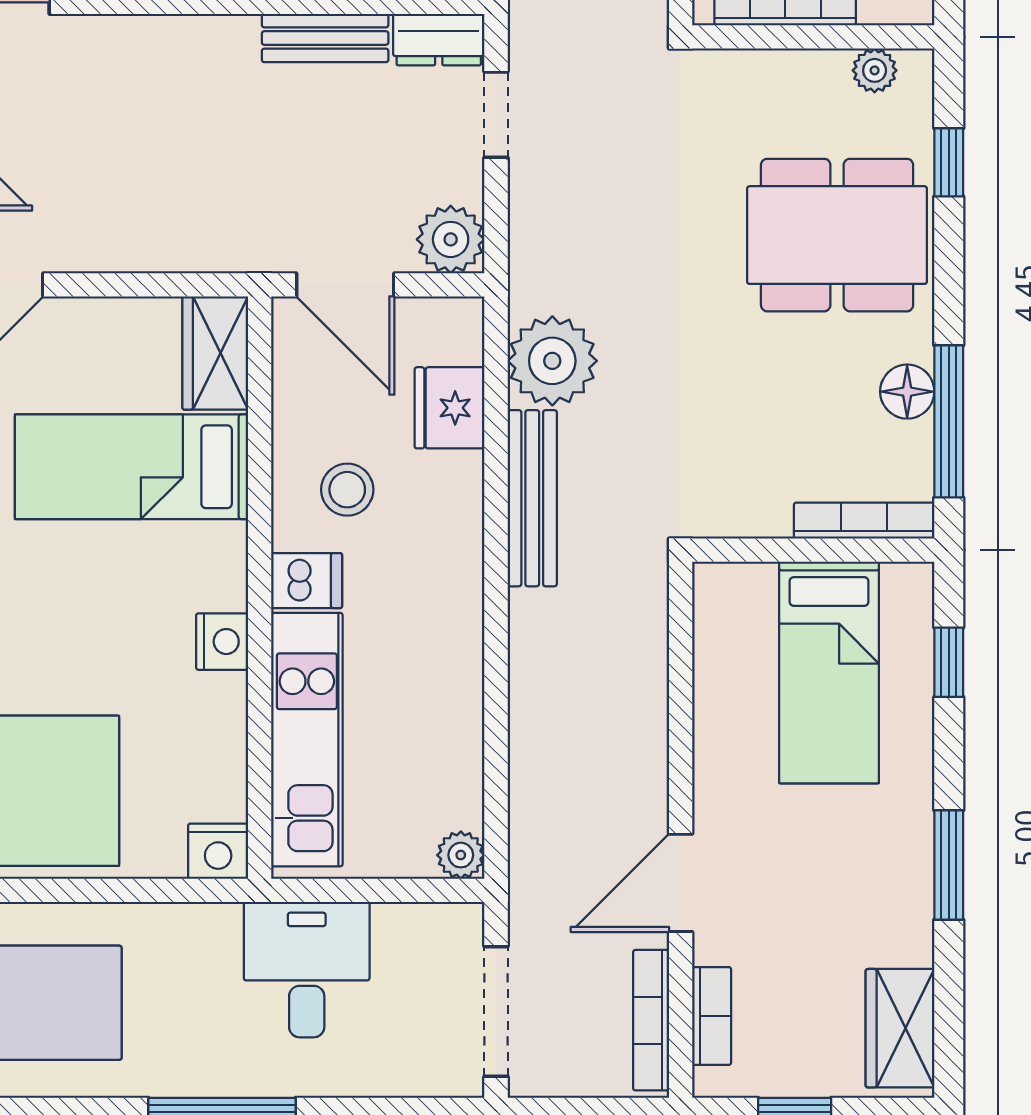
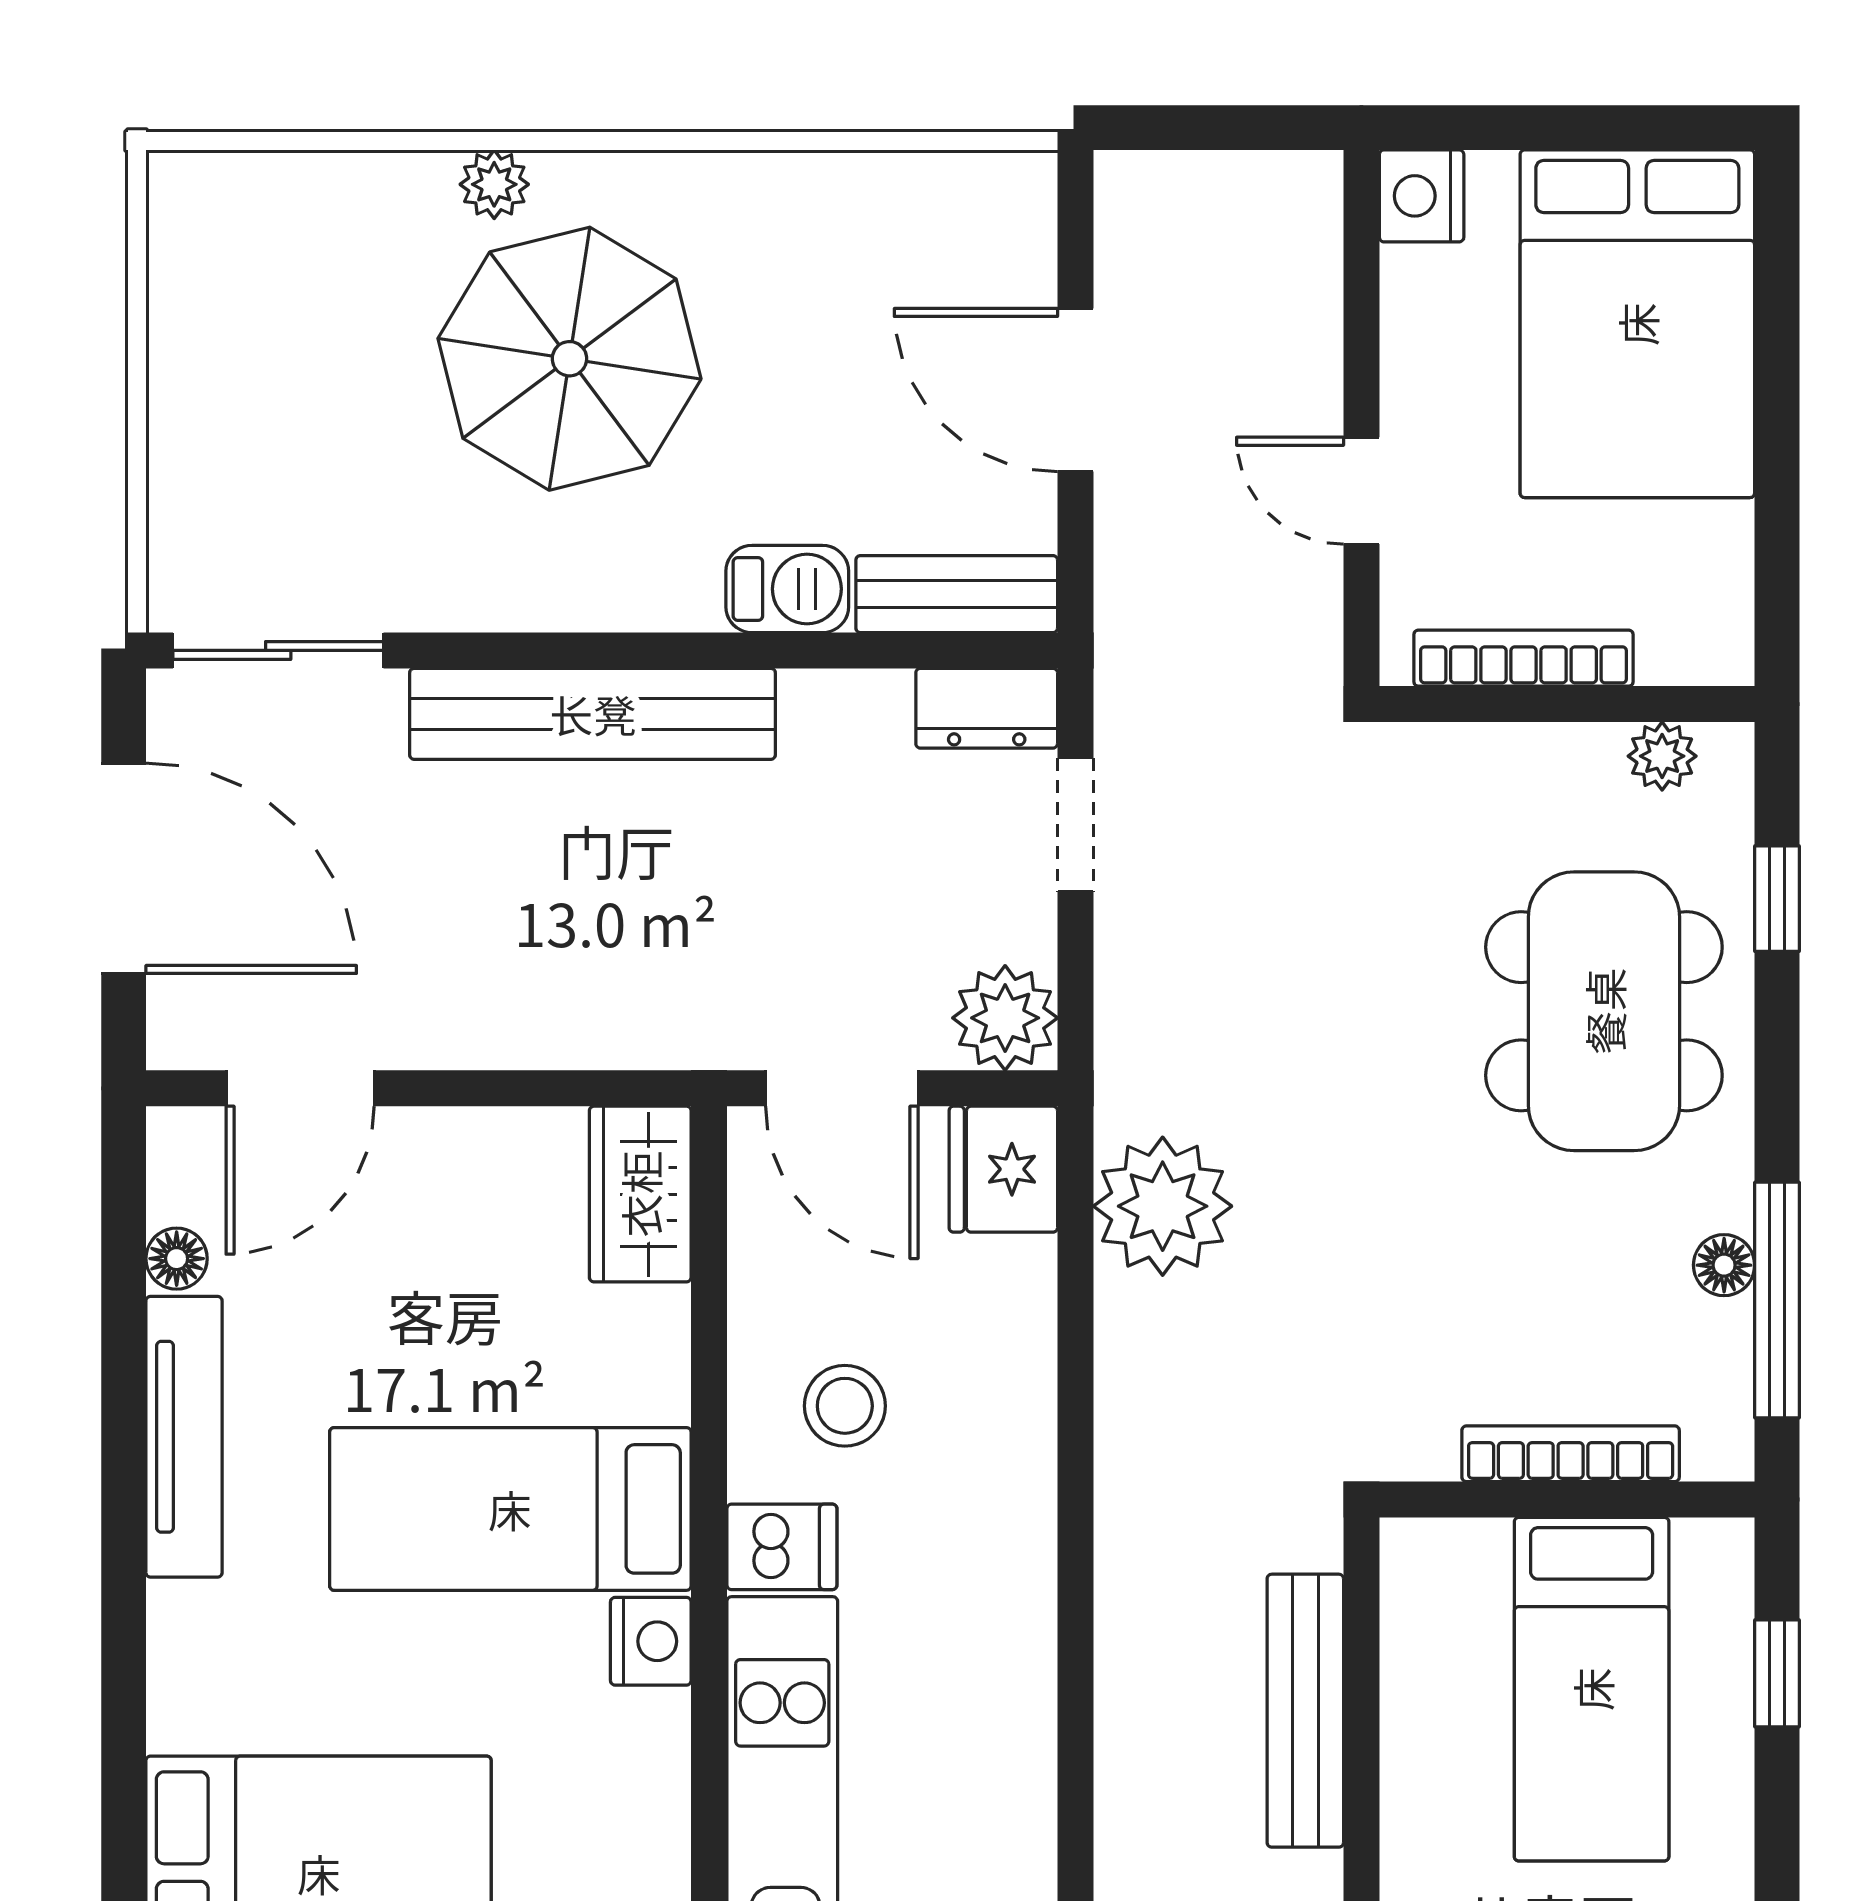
bench: (325, 38) -> (593, 714), moved, width x1.86, depth x1.21
dining table: (837, 235) -> (1604, 1011), turned 90
floor lamp: (907, 392) -> (1724, 1265), width x0.73, depth x0.73
fridge: (450, 408) -> (1003, 1169), moved
bed: (131, 467) -> (510, 1509), moved
bench: (532, 498) -> (1305, 1711), moved
bookcase: (864, 521) -> (1571, 1454), moved

